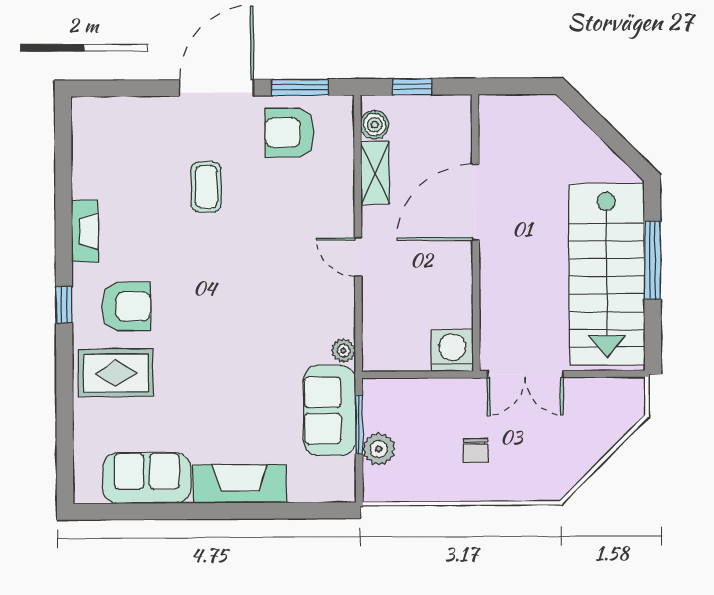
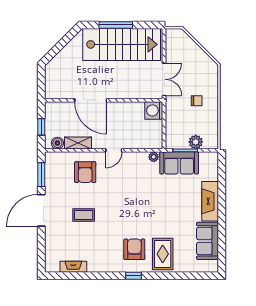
door: (217, 88) -> (41, 210), hinge flipped
armchair: (290, 133) -> (85, 172), moved
fireplace: (85, 231) -> (73, 267), moved

